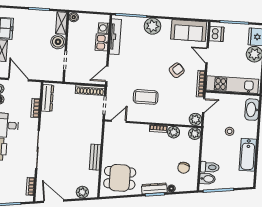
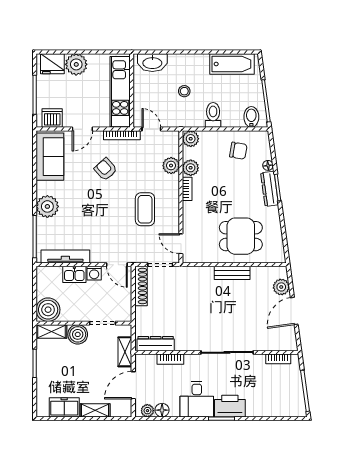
boiler: (74, 17) -> (48, 310), width x1.86, depth x1.86
washing machine: (104, 28) -> (94, 273), moved
shelving: (43, 75) -> (125, 352), added
plant: (195, 119) -> (171, 166), moved
bathtub: (248, 155) -> (232, 64), moved
toilet: (210, 167) -> (213, 115), moved
dining table: (120, 178) -> (241, 236), moved, turned 90
door: (54, 201) -> (294, 311), moved

